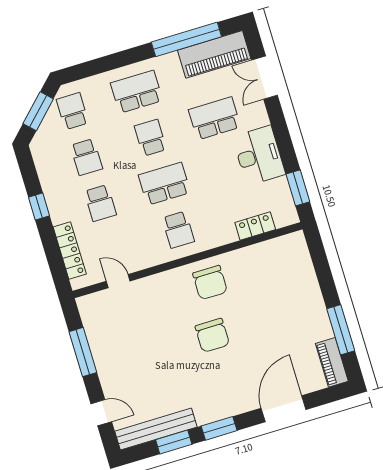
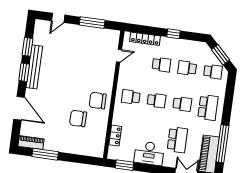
school desk: (164, 184) -> (157, 100), width x0.54
school desk: (100, 203) -> (161, 65), turned 180
chair: (212, 335) -> (78, 118), moved
bench: (156, 429) -> (34, 67), moved

